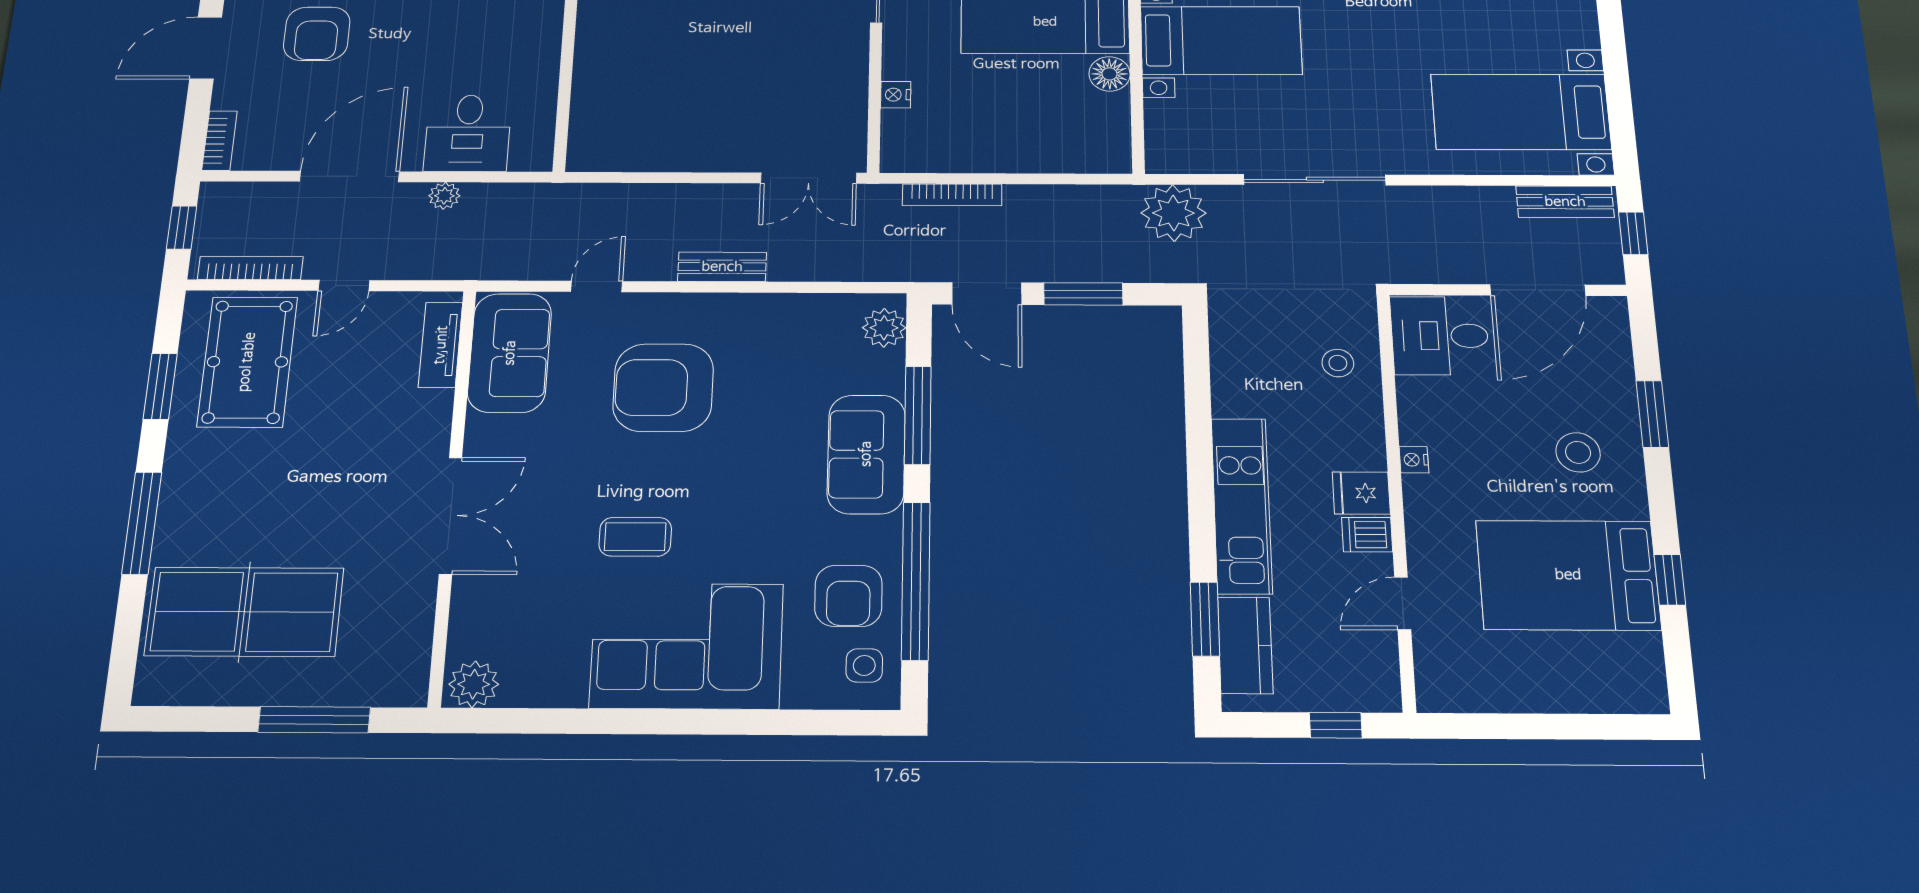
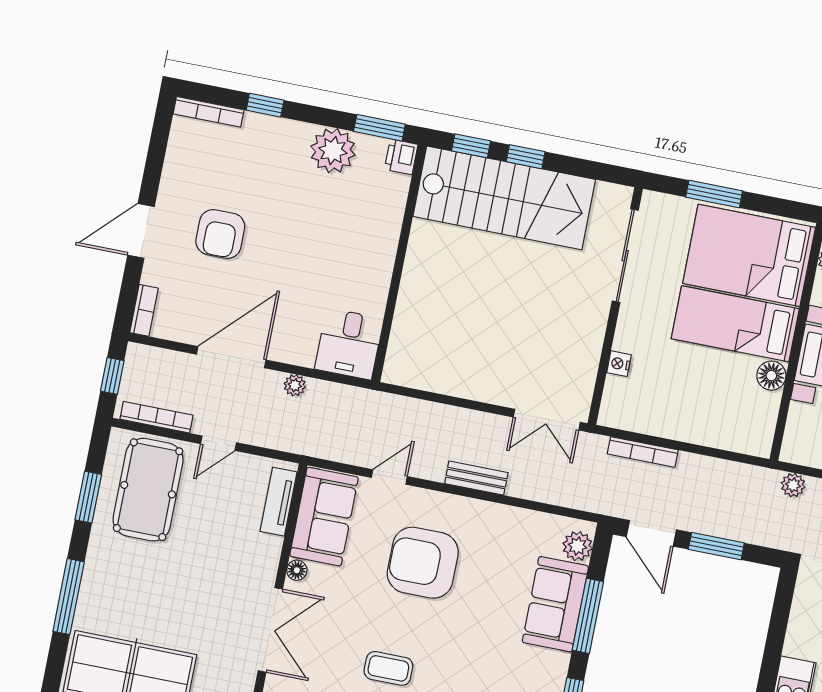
desk: (468, 133) -> (349, 344), moved
plant: (1173, 213) -> (793, 485), width x0.53, depth x0.53
floor lamp: (479, 429) -> (297, 570), added
sofa: (866, 454) -> (555, 604), moved

